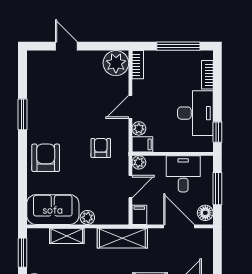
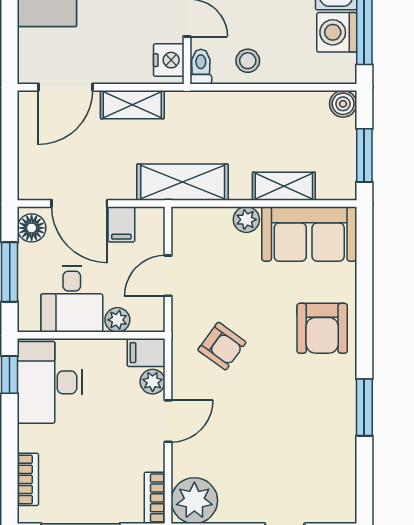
desk: (195, 113) -> (50, 382), moved
armchair: (101, 148) -> (222, 346), turned -54
plant: (139, 162) -> (117, 320), moved
filing cabinet: (139, 215) -> (121, 224), moved

